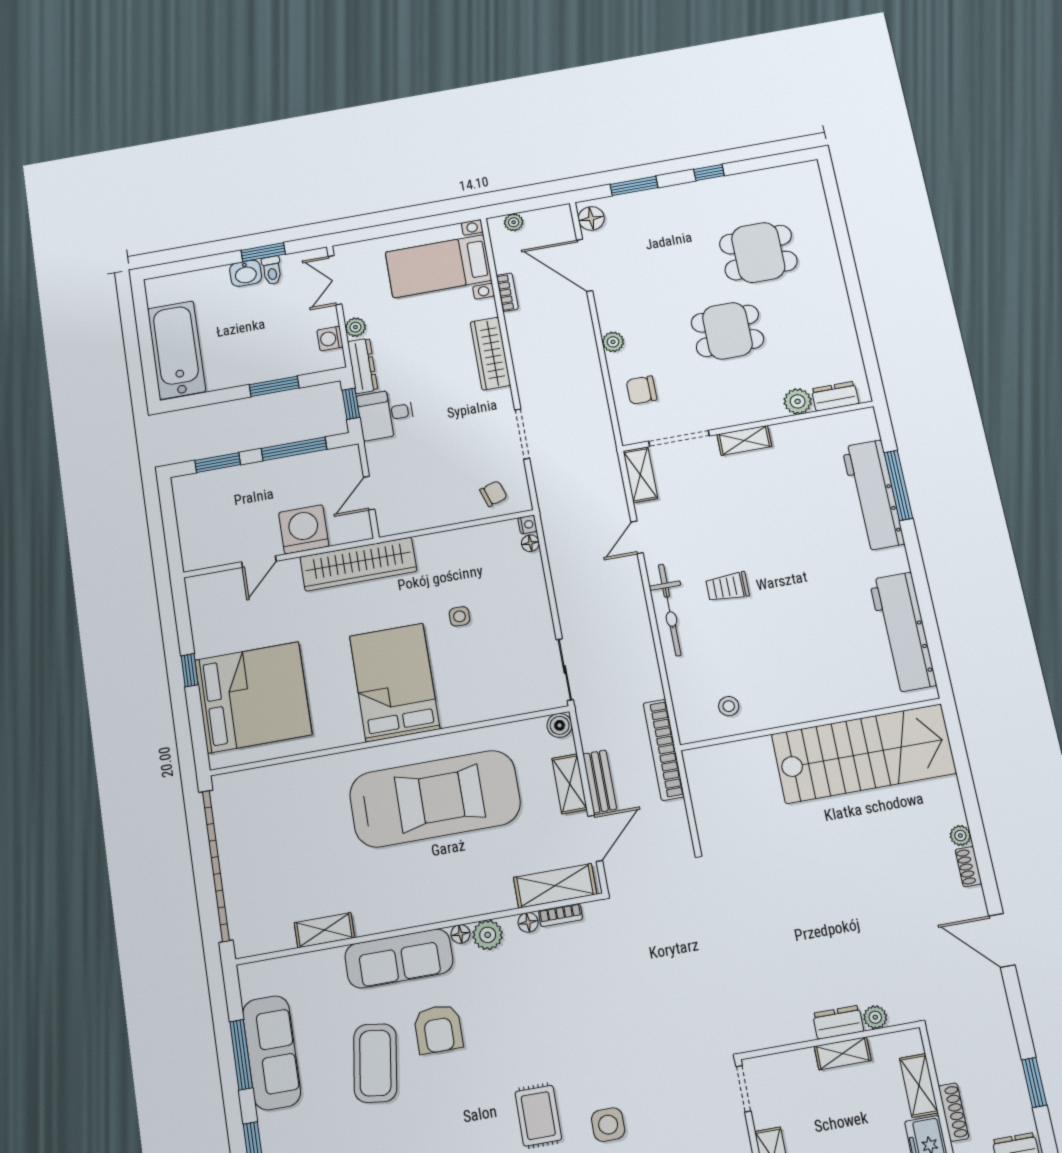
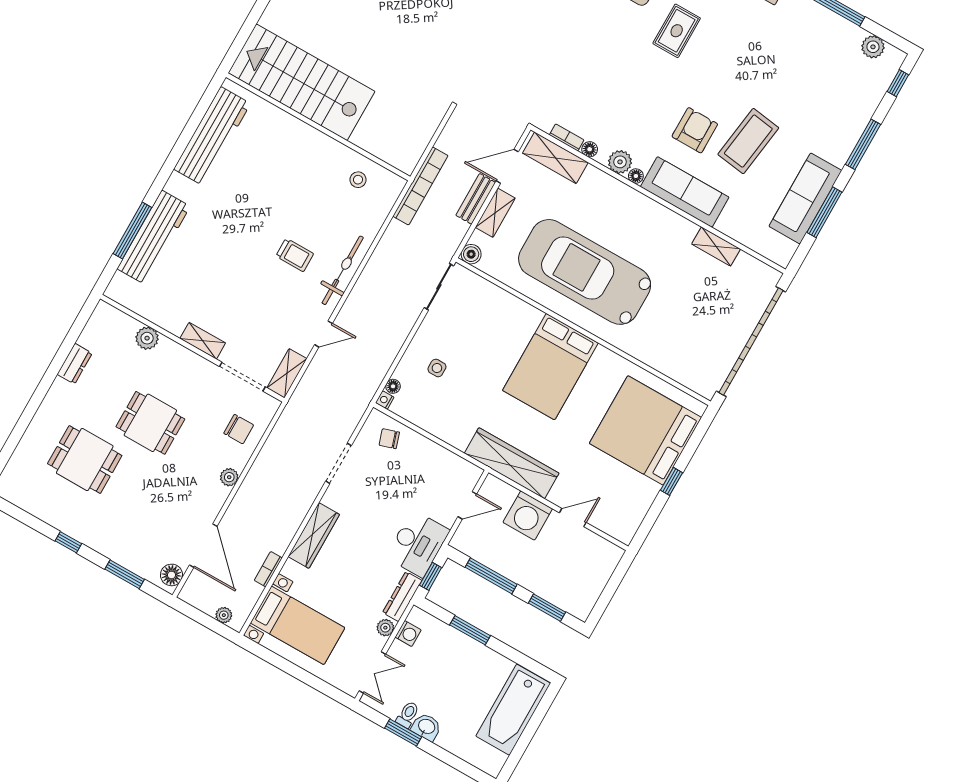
dresser: (835, 396) -> (75, 364), moved, turned -90
desk: (386, 414) -> (418, 544), width x1.37
side table: (459, 616) -> (437, 368), moved

